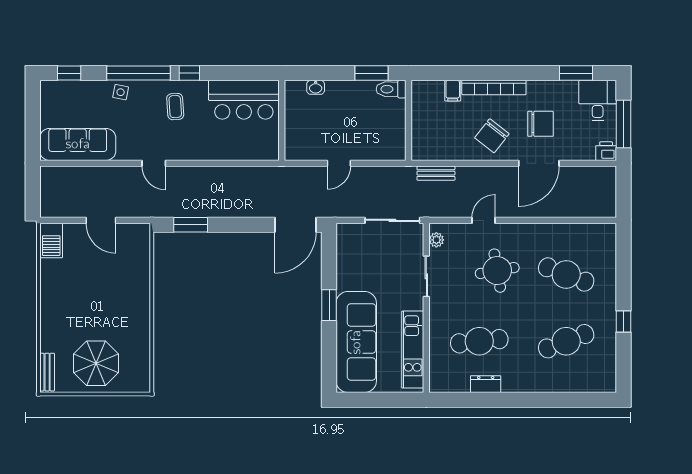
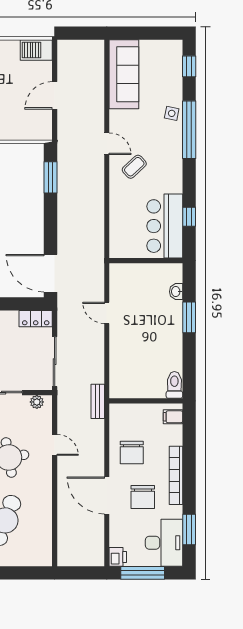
window: (189, 73) -> (189, 217), moved
window: (372, 73) -> (189, 317), moved
bookcase: (494, 87) -> (176, 475), moved
toilet: (391, 89) -> (174, 385), moved
desk: (598, 101) -> (164, 543), width x1.37
coffee table: (175, 107) -> (134, 167), moved, turned -39
wall: (408, 120) -> (146, 401), moved
chair: (492, 136) -> (132, 453), turned -128
door: (154, 163) -> (107, 144), swing flipped
locker: (345, 241) -> (36, 319), added

